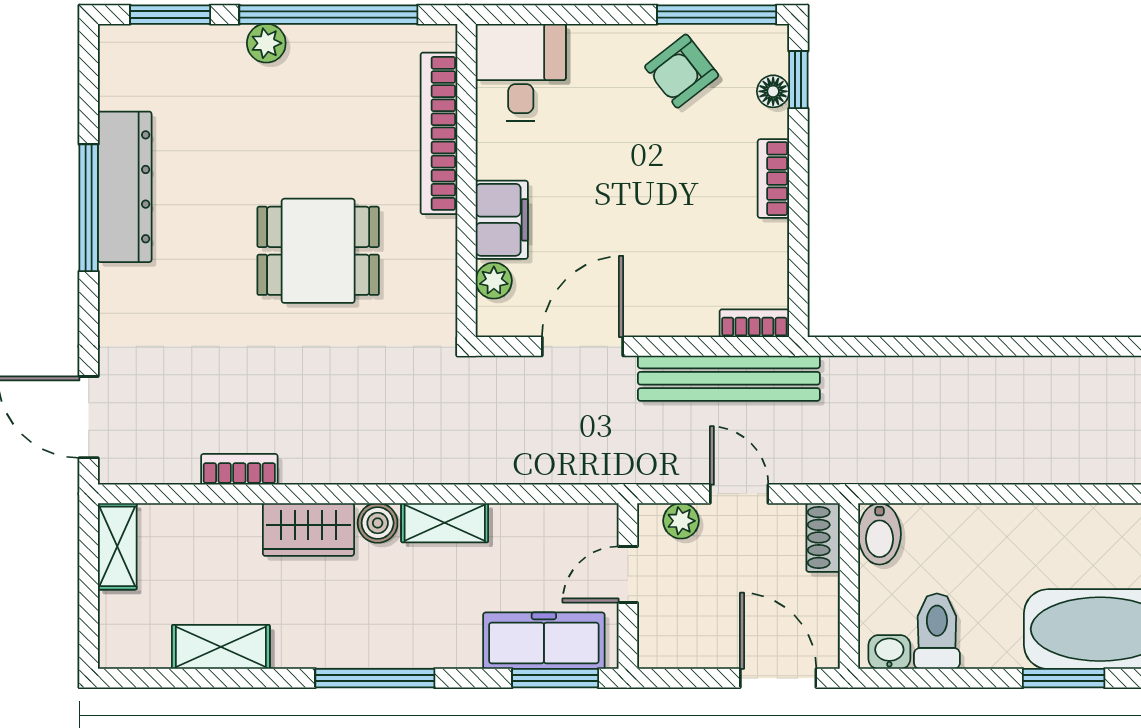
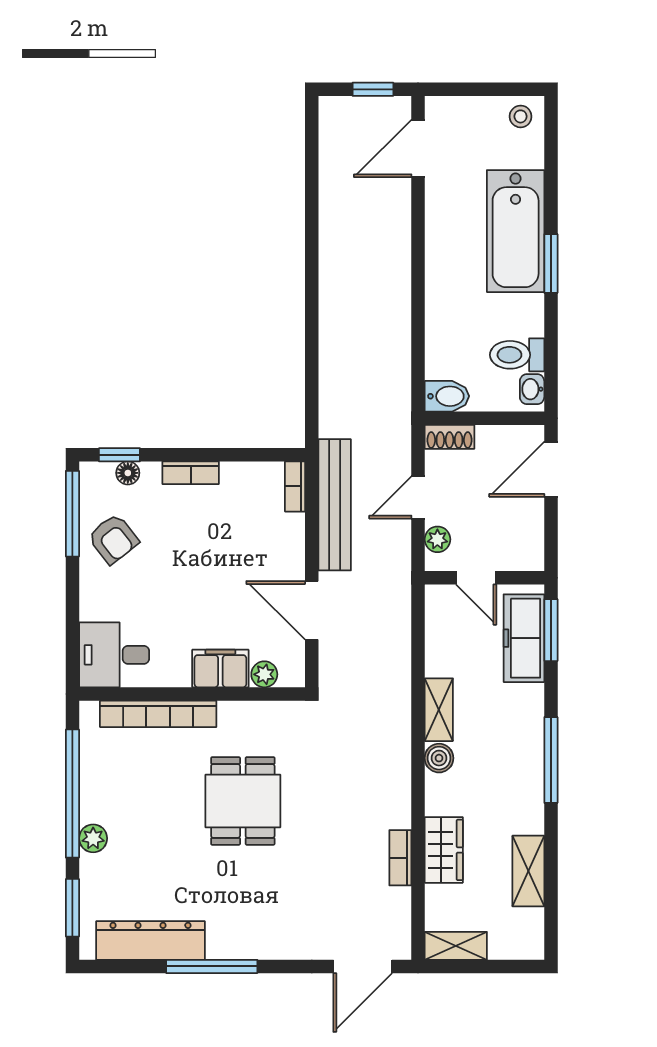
dresser: (125, 187) -> (150, 940), moved
wardrobe: (308, 530) -> (444, 850), moved

